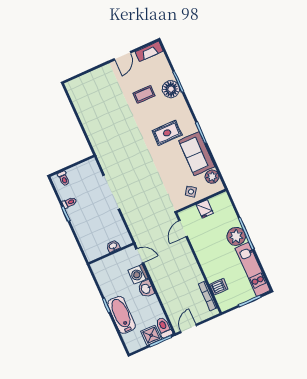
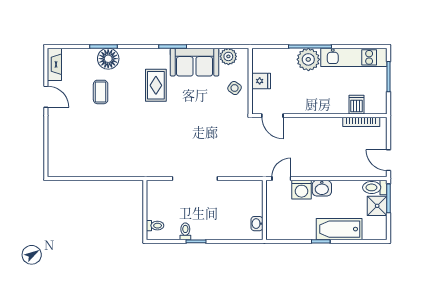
washbasin: (113, 246) -> (257, 224), moved

